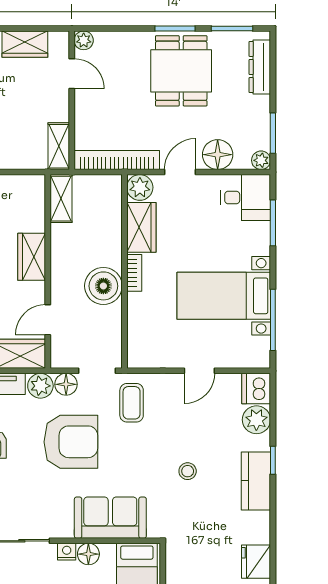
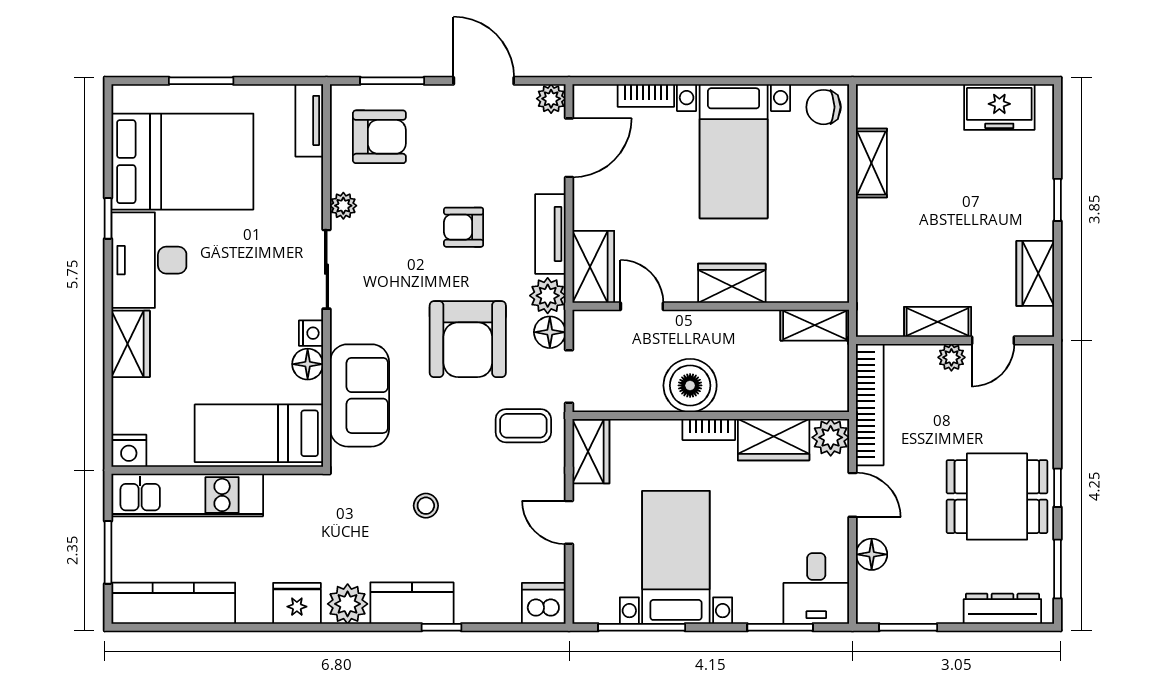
window: (175, 28) -> (1057, 488), width x0.67
plant: (84, 40) -> (951, 357), moved
shelving: (59, 146) -> (938, 322), moved
floor lamp: (218, 155) -> (872, 554), width x0.73, depth x0.73
plant: (261, 160) -> (869, 610), removed
wardrobe: (150, 355) -> (591, 452), added
plant: (256, 420) -> (348, 604), moved

